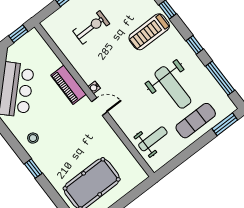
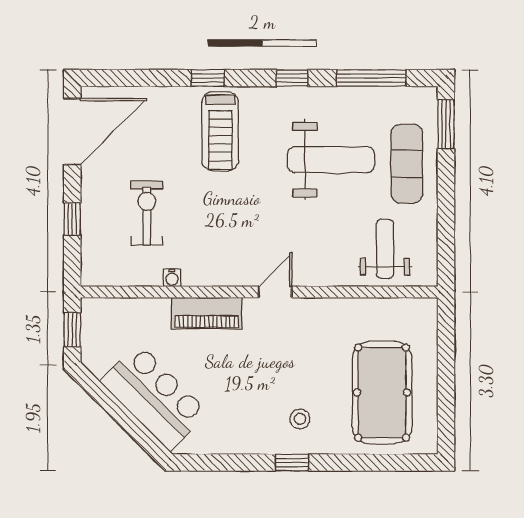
water cooler: (94, 87) -> (172, 278), moved
stool: (33, 138) -> (300, 419), moved

